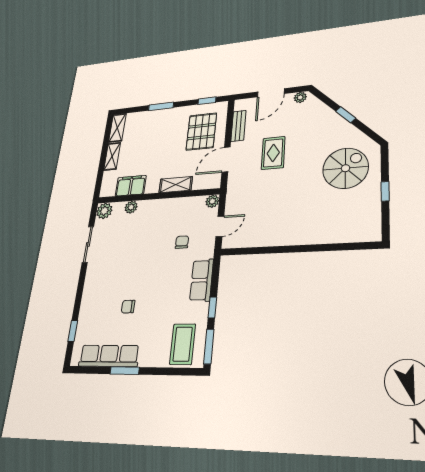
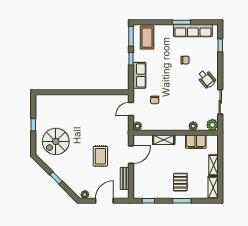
pallet: (201, 132) -> (180, 182), moved, width x0.67, depth x0.71
wheelchair: (101, 278) -> (207, 79), added

